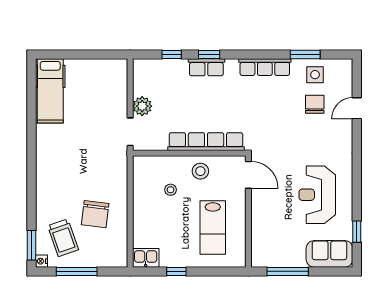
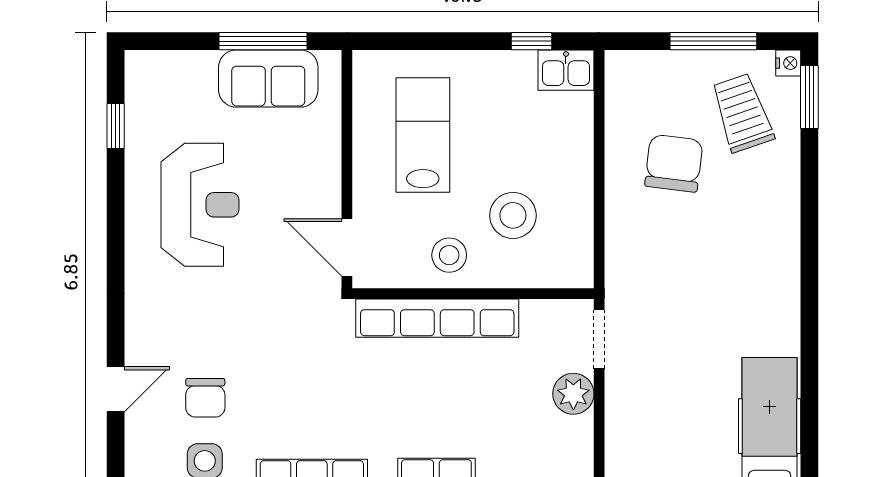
stool: (171, 190) -> (513, 215), width x1.89, depth x1.89
sofa: (329, 254) -> (268, 79), moved
window: (176, 271) -> (531, 41), moved

